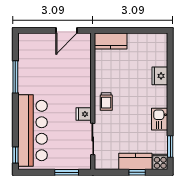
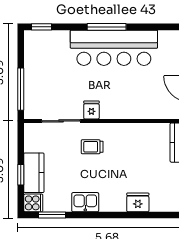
window: (15, 77) -> (107, 27), moved
trolley: (106, 101) -> (92, 147), moved
bar counter: (33, 131) -> (114, 48), moved
window: (67, 172) -> (21, 89), width x1.44

